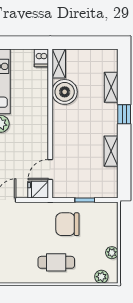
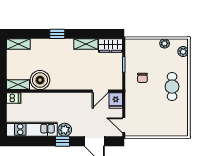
shelving: (111, 87) -> (18, 44), moved
door: (50, 170) -> (100, 91), hinge flipped
wardrobe: (109, 183) -> (111, 46), added
chair: (67, 224) -> (142, 78), width x0.54, depth x0.54

